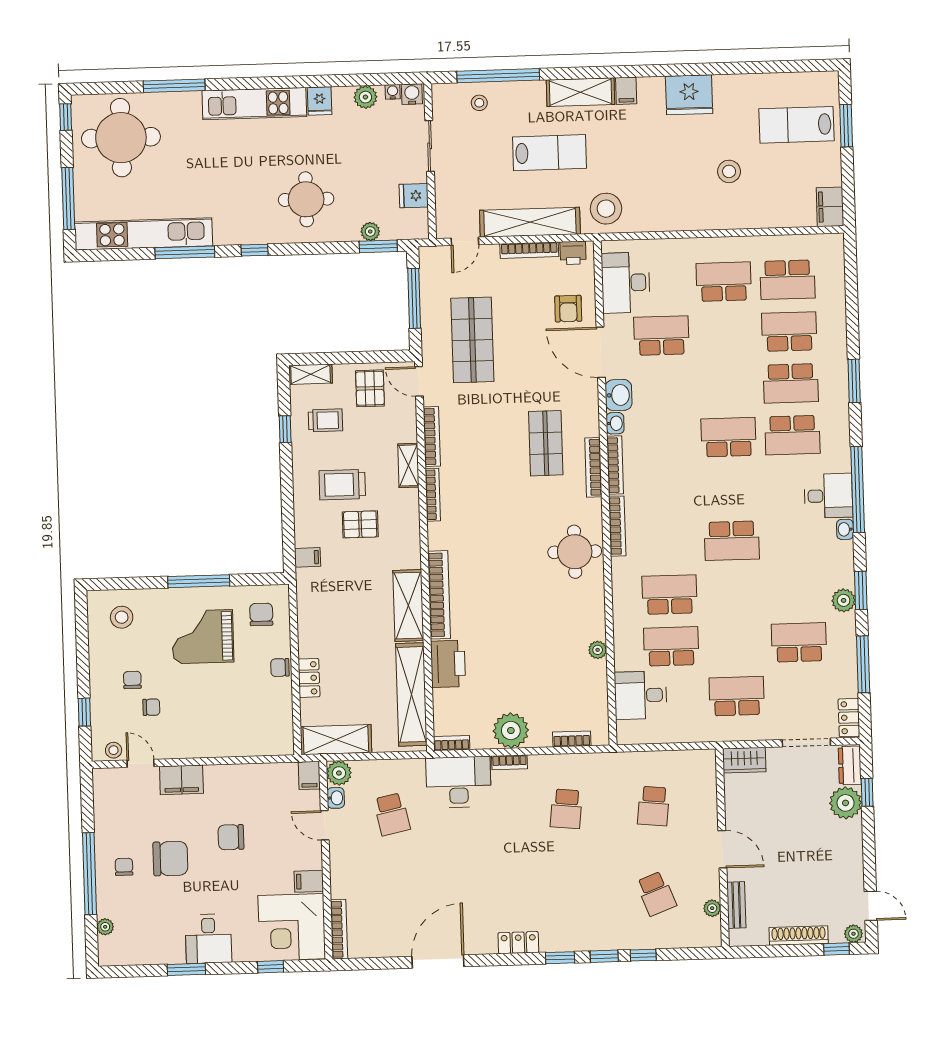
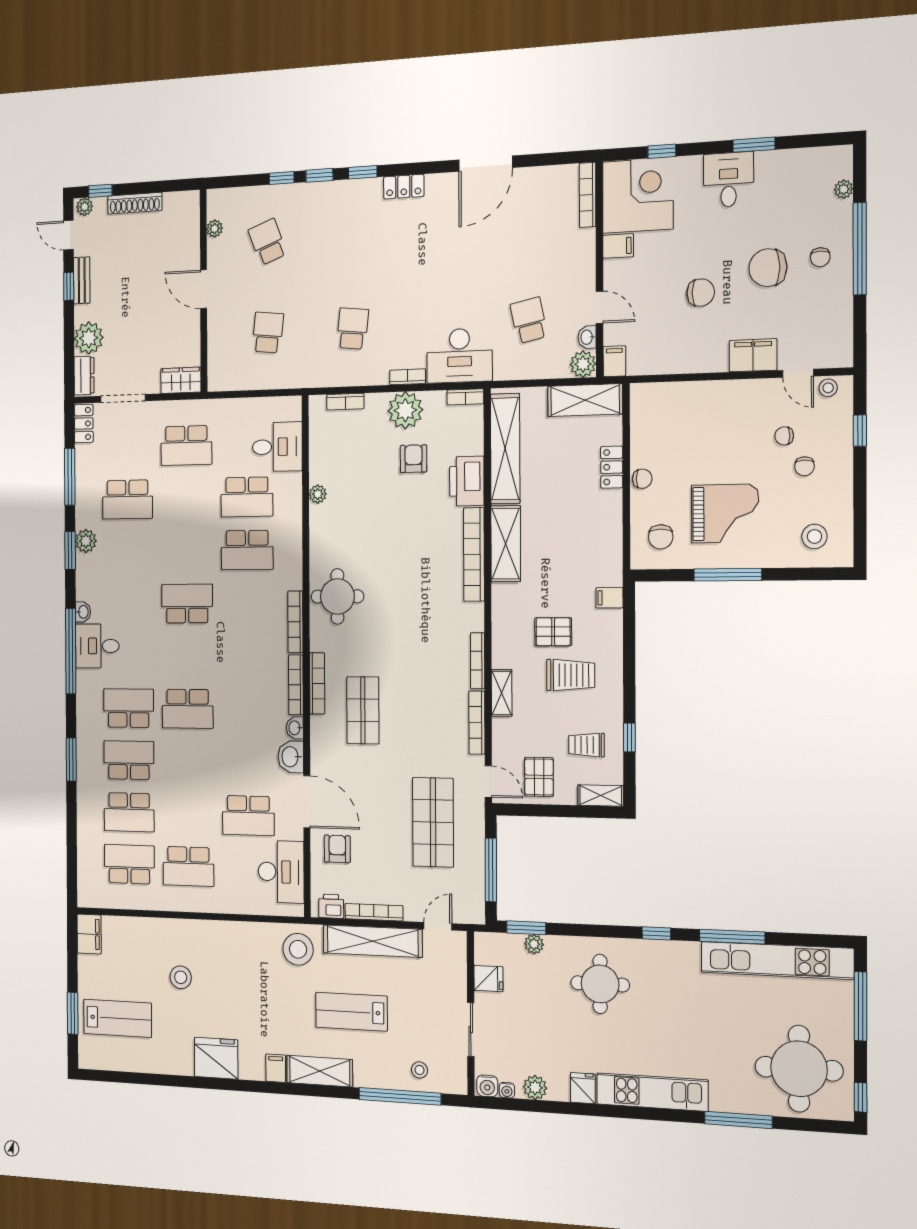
armchair: (501, 685) -> (414, 459), added
window: (867, 792) -> (69, 286), moved
bench: (736, 905) -> (82, 280), moved

